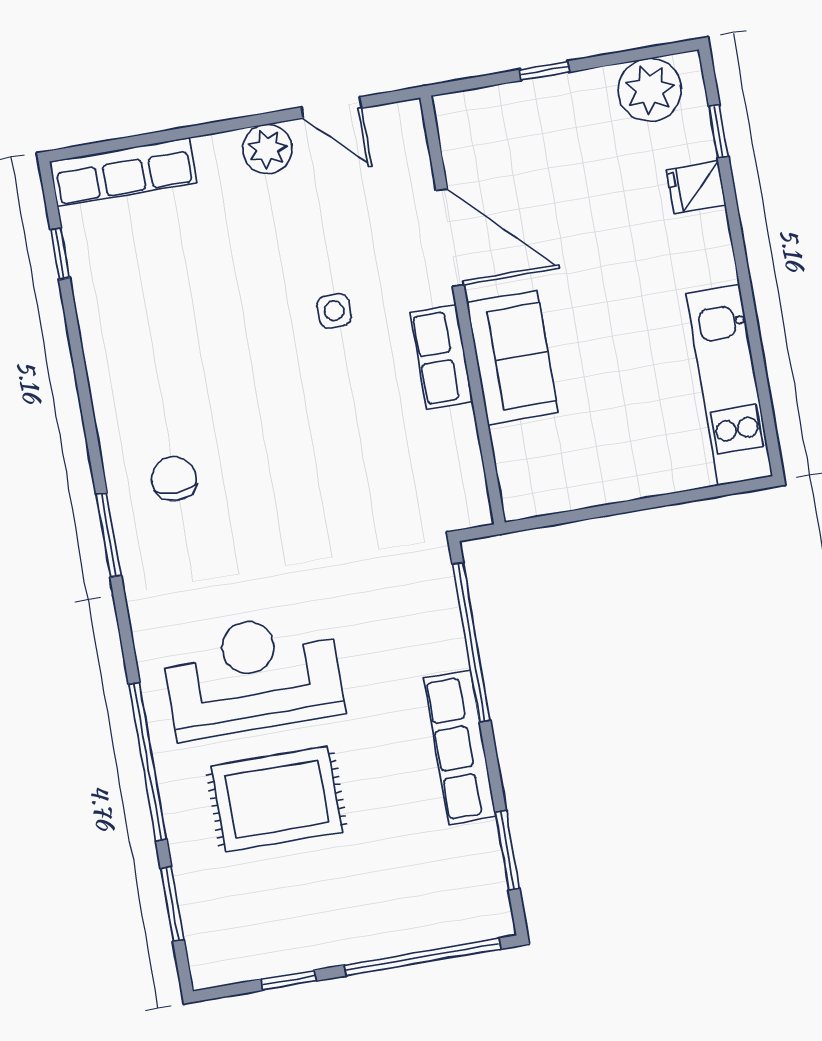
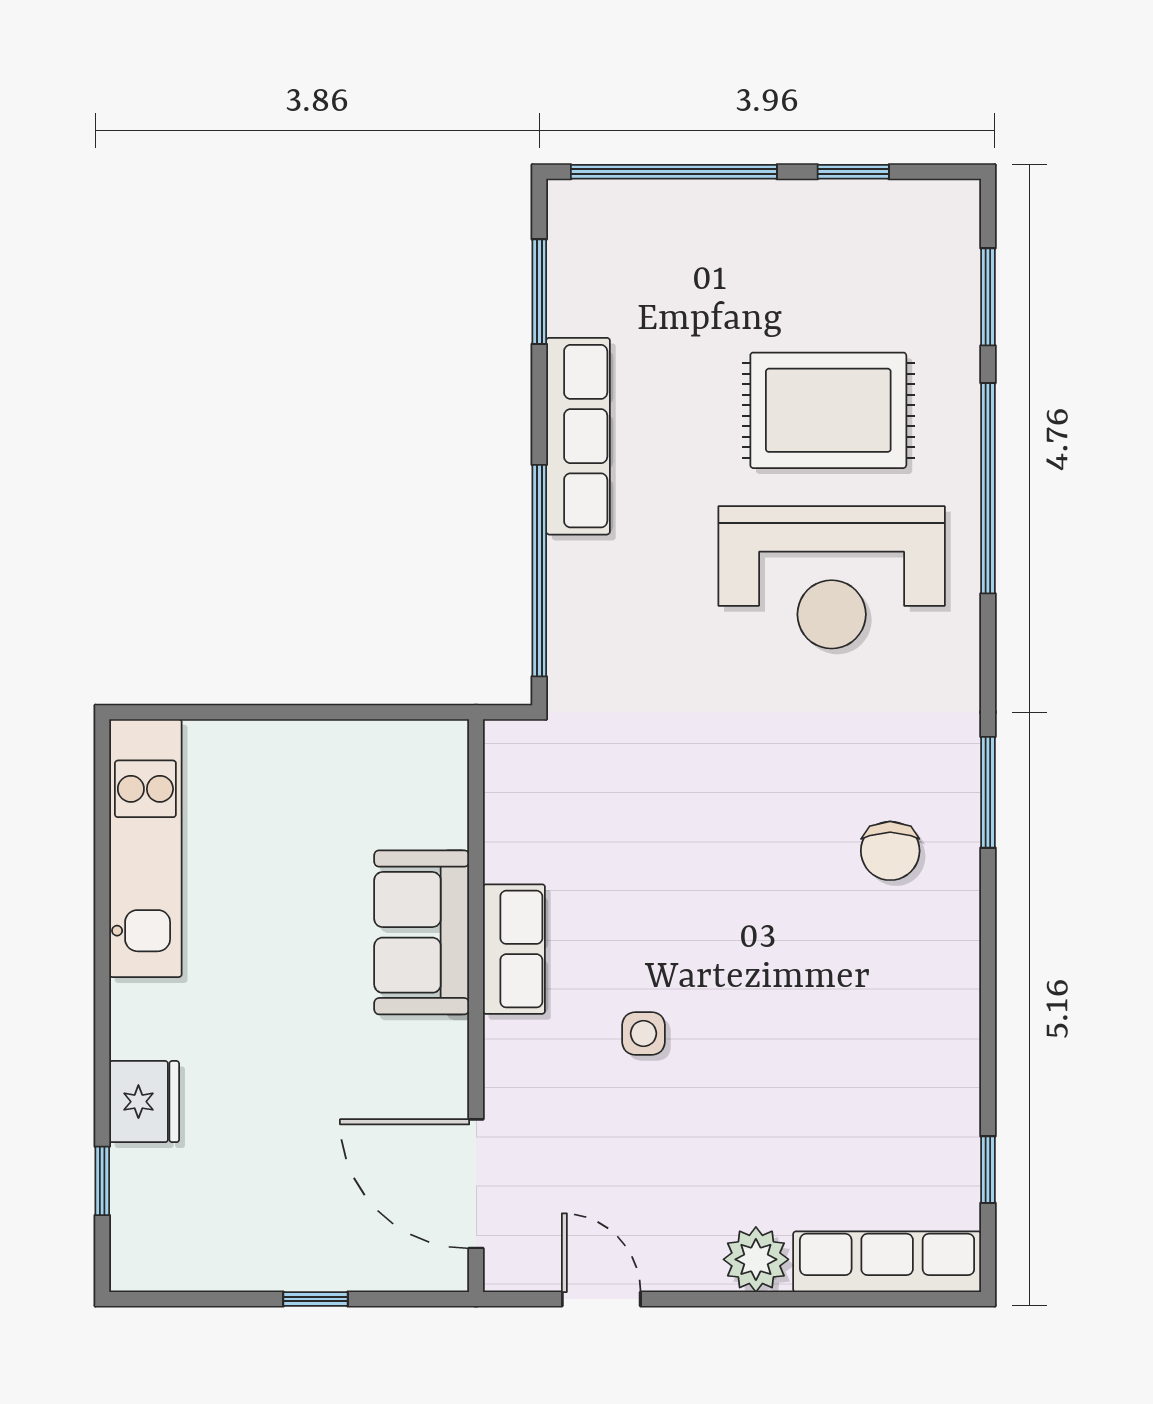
plant: (650, 90) -> (182, 1250), removed
plant: (267, 149) -> (756, 1259), moved
fridge: (696, 187) -> (144, 1102), width x1.38
door: (450, 238) -> (476, 1184), moved

